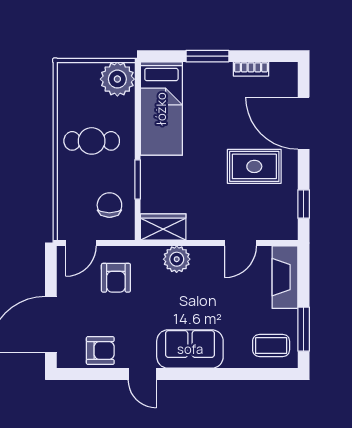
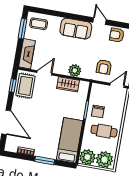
plant: (80, 80) -> (104, 160), added
rug: (254, 166) -> (25, 86), moved, turned 90
chair: (109, 205) -> (98, 111), moved
wardrobe: (163, 227) -> (68, 84), moved
armchair: (116, 278) -> (104, 67), turned 180

